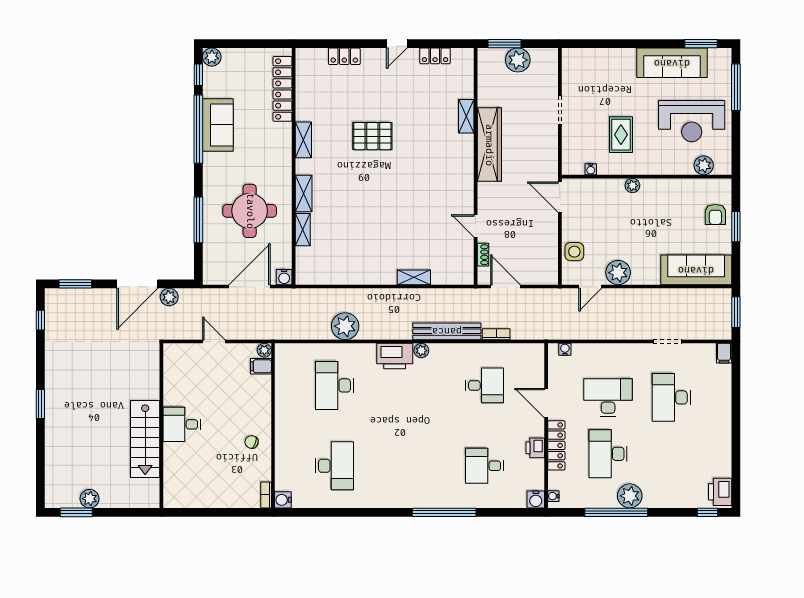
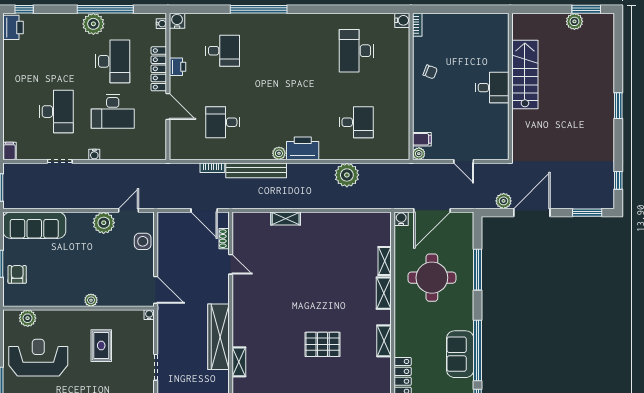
water cooler: (591, 169) -> (149, 315), moved
water cooler: (565, 349) -> (94, 154), moved
desk: (334, 385) -> (356, 122), width x0.73

